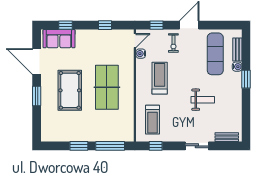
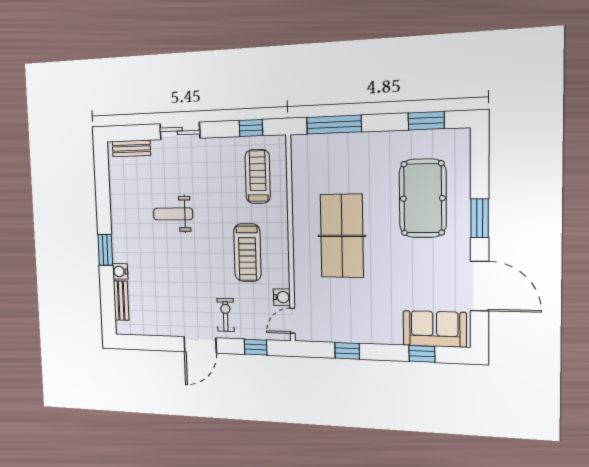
exercise mat: (215, 54) -> (156, 294), removed
pool table: (70, 90) -> (423, 198), moved
window: (79, 146) -> (426, 121), moved

